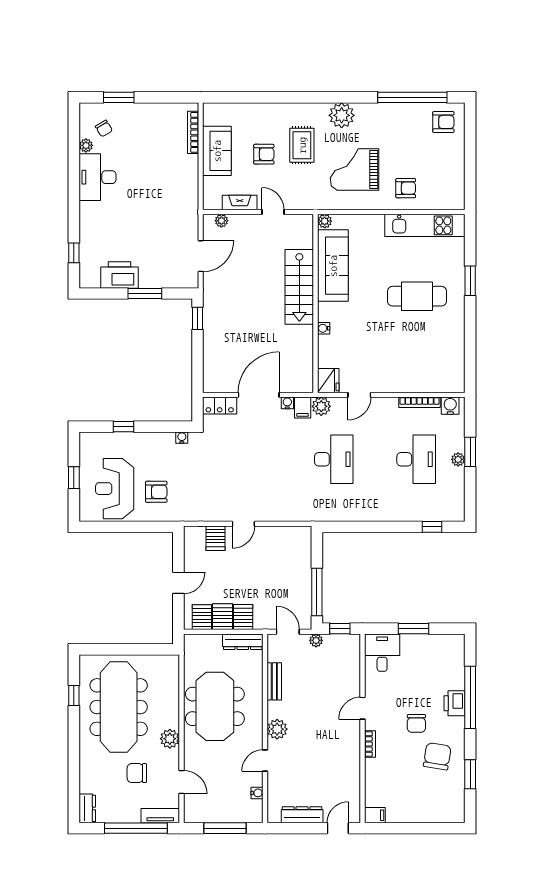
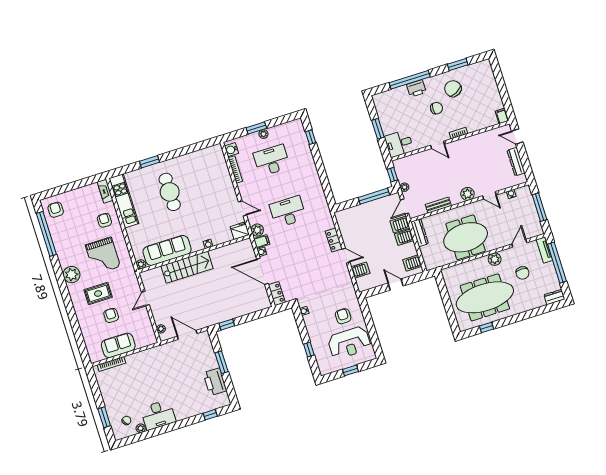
fireplace: (240, 203) -> (105, 191), moved
locker: (271, 513) -> (334, 240), added
server rack: (223, 617) -> (400, 224), moved
chair: (437, 756) -> (453, 89), turned 53

